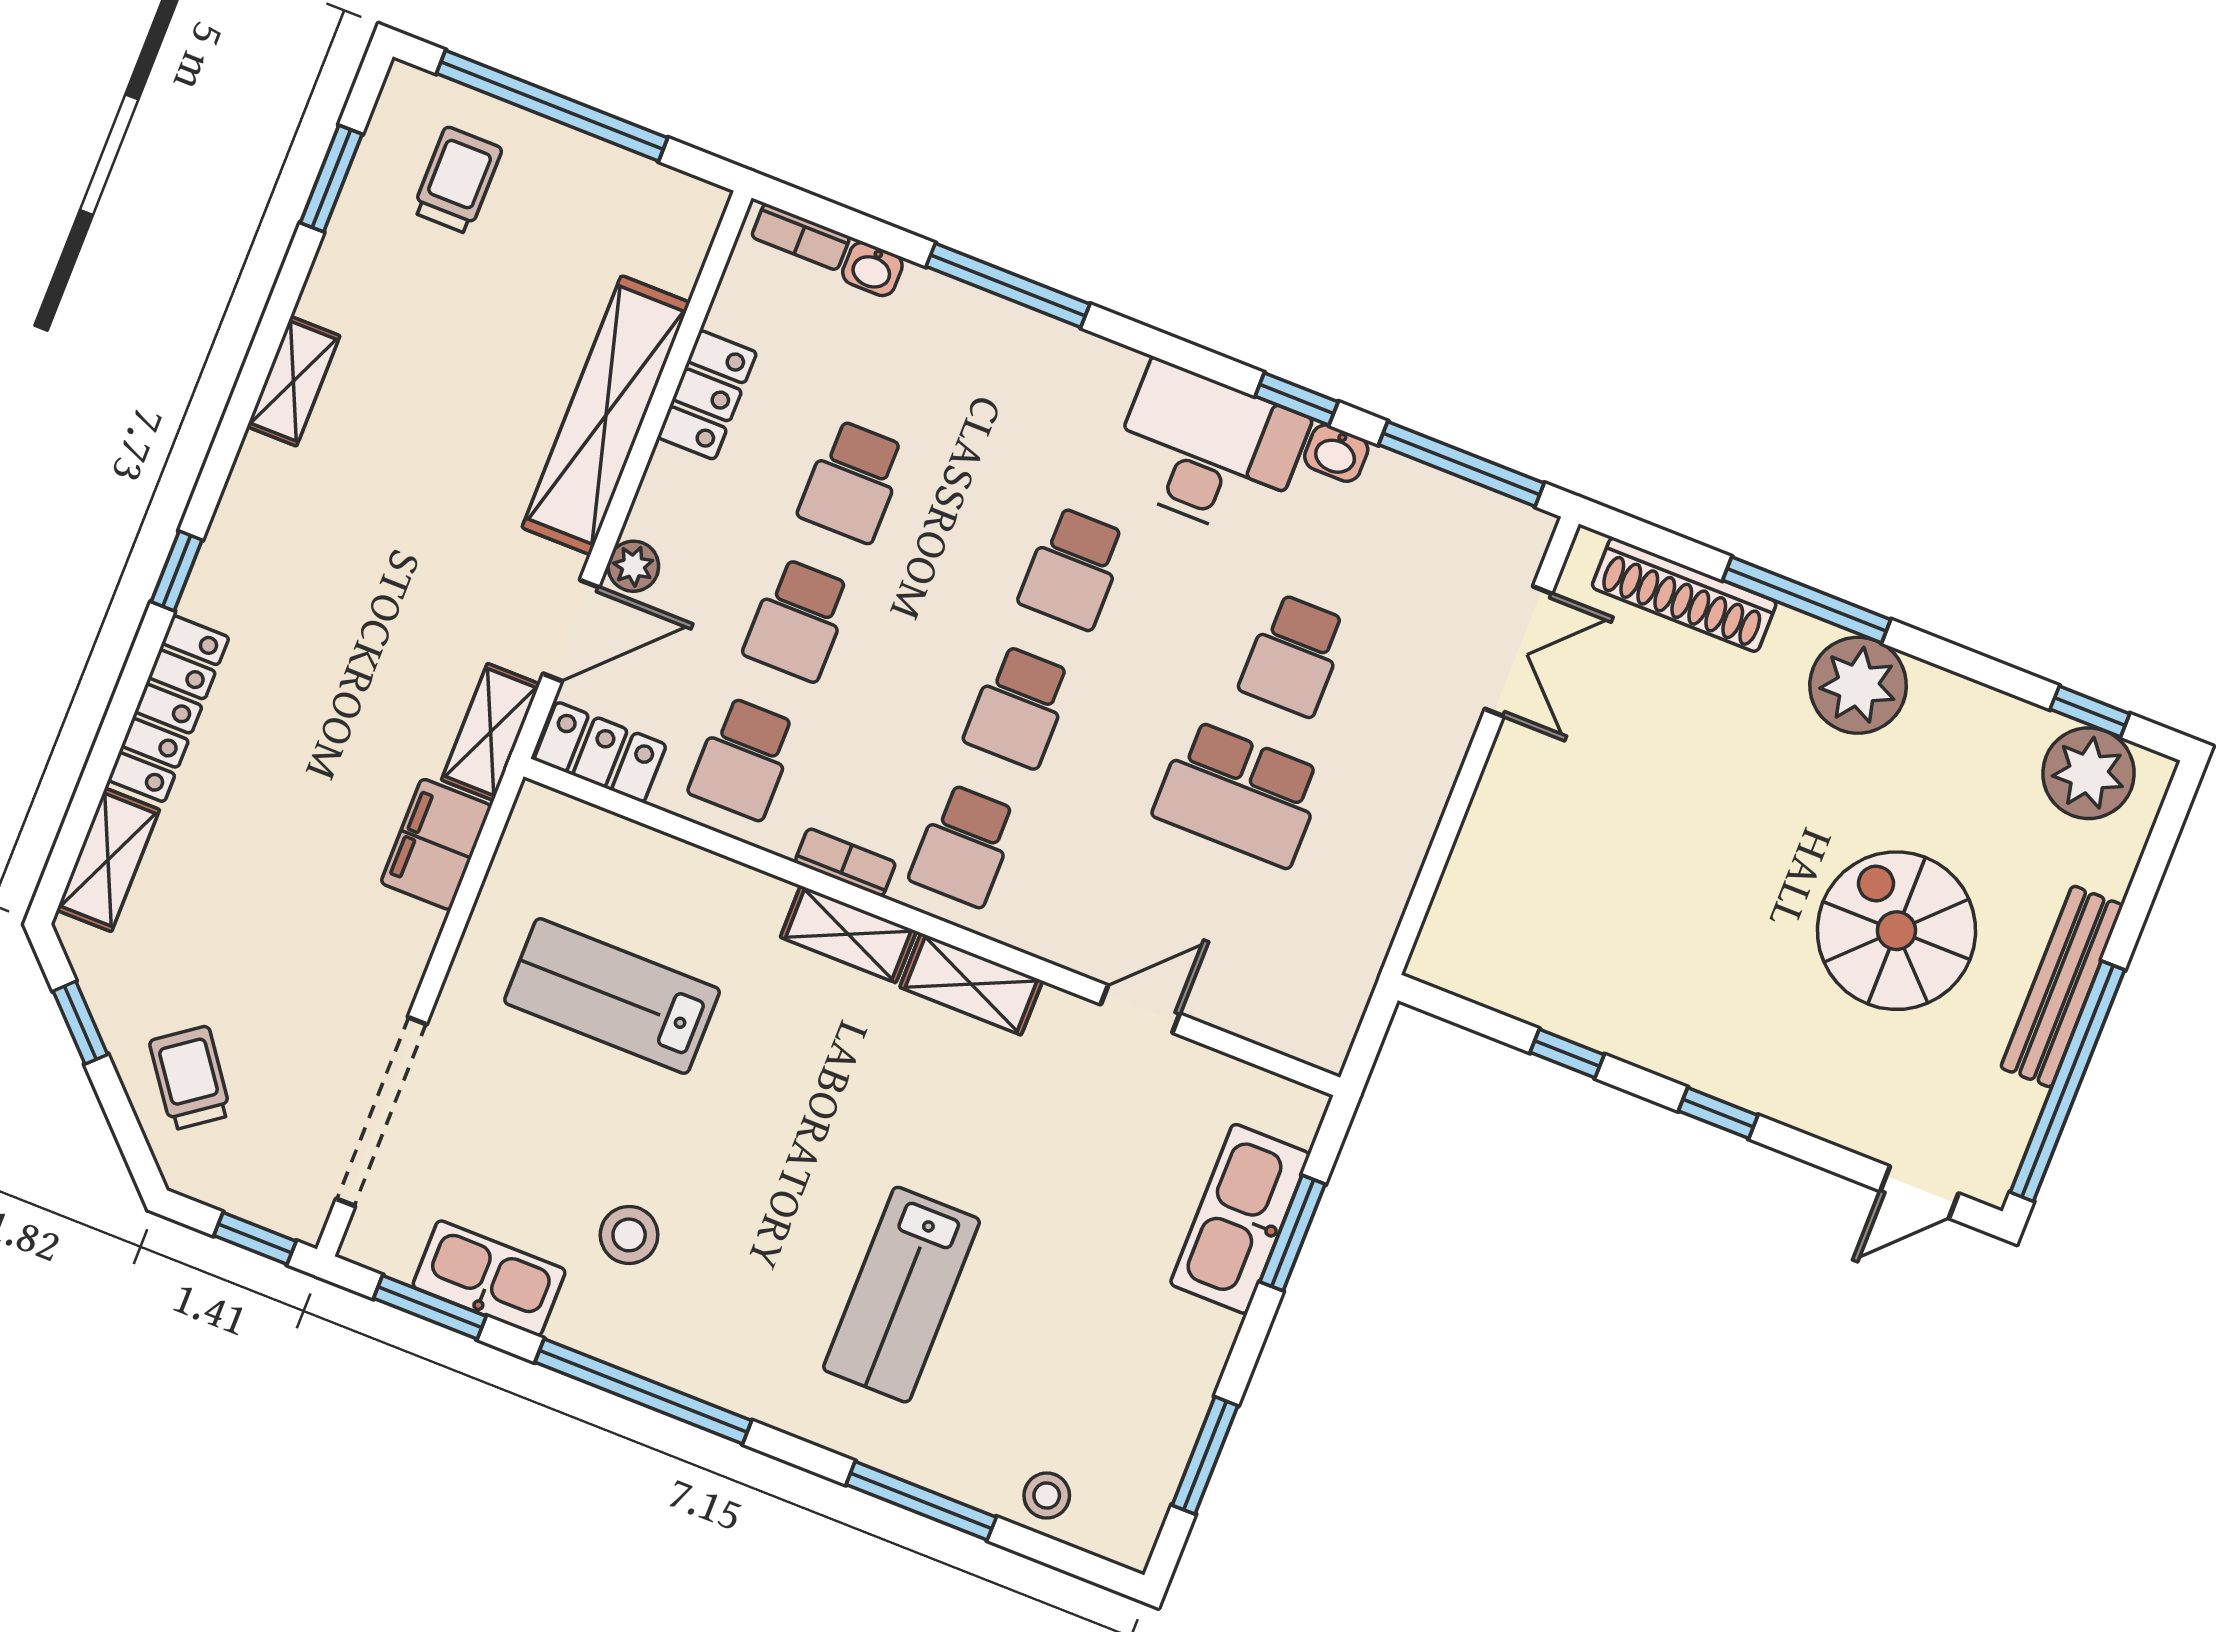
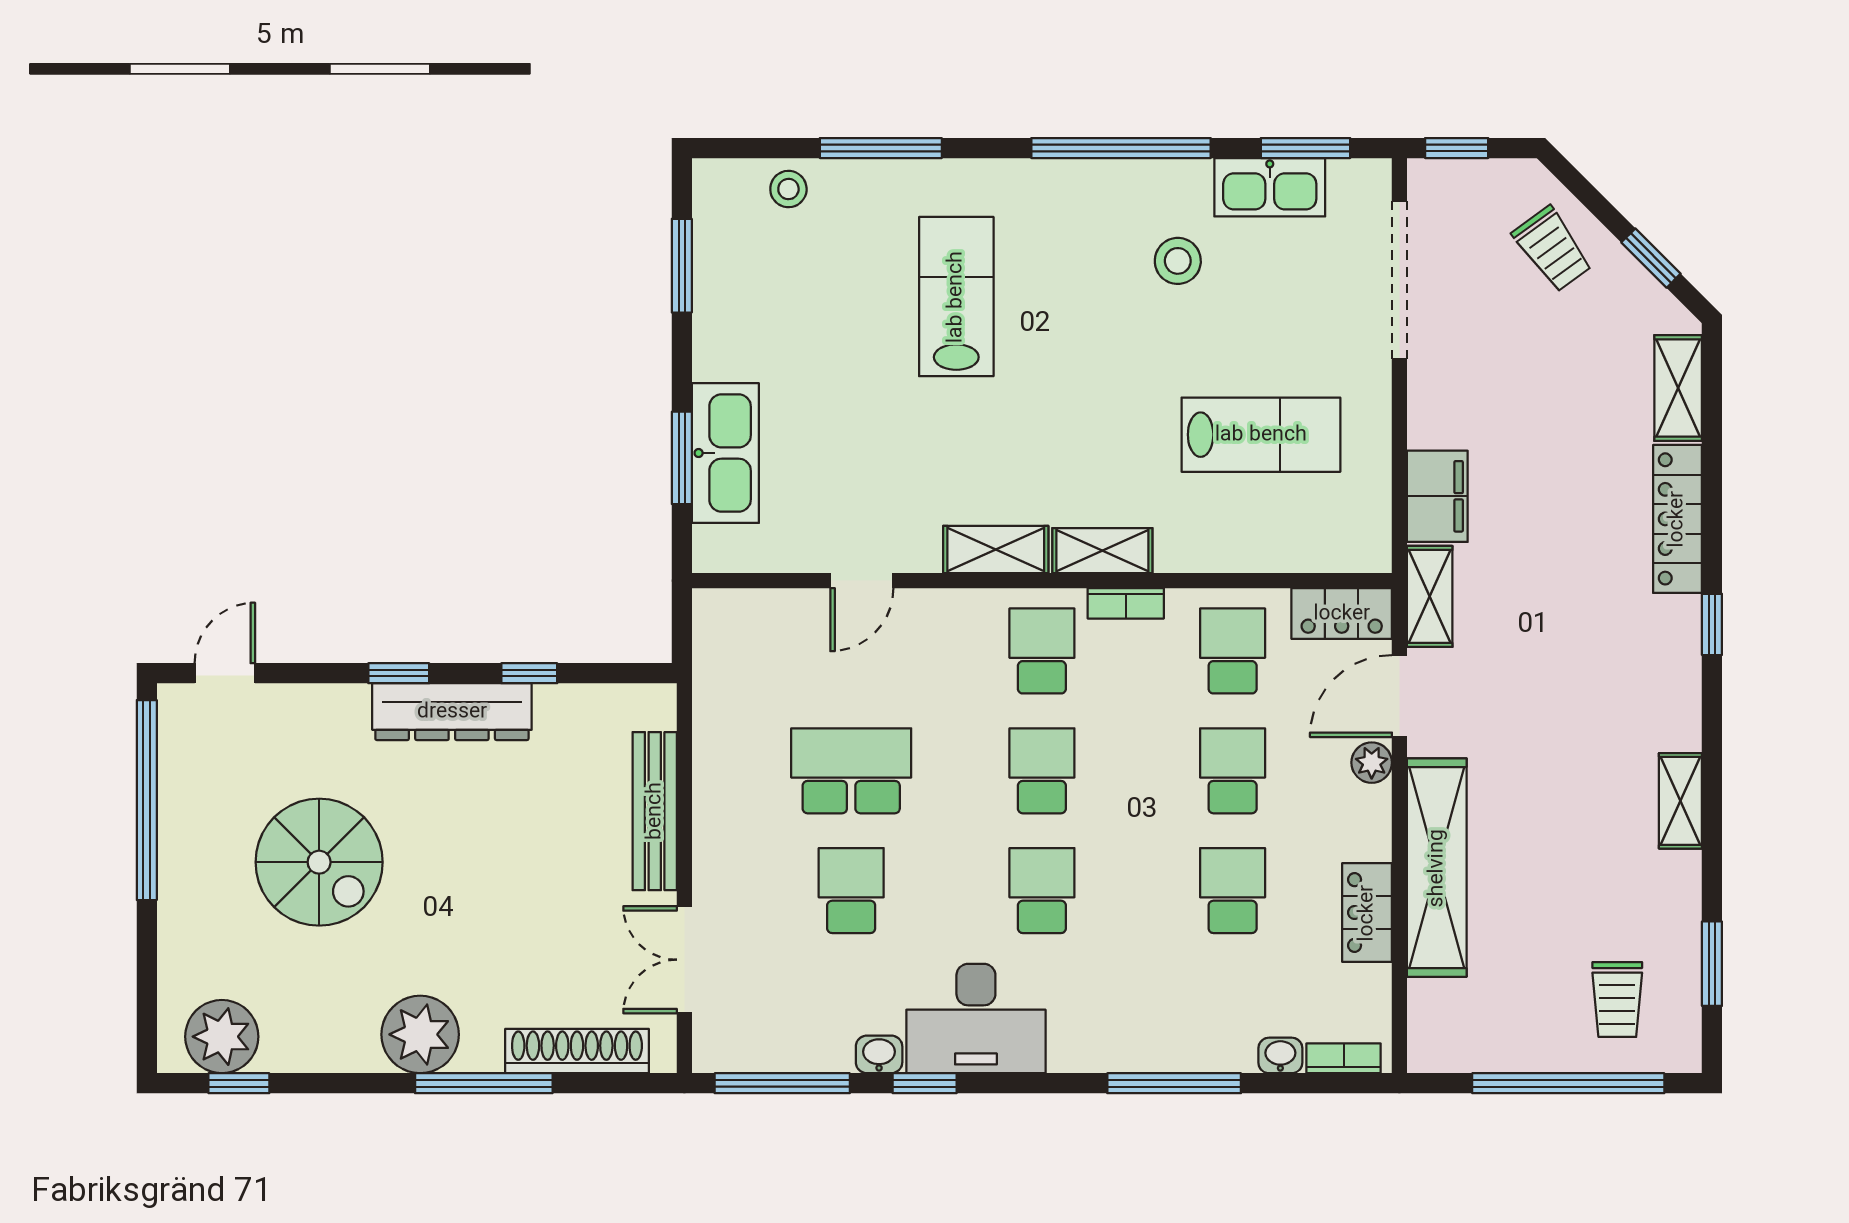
bench: (2062, 986) -> (655, 811), moved
dresser: (1674, 1044) -> (452, 712), added

